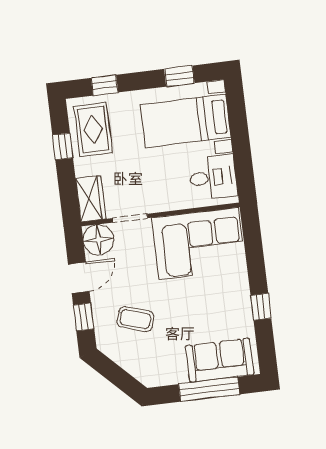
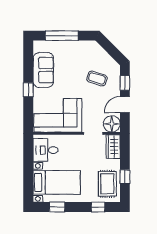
window: (261, 307) -> (28, 90), moved
sofa: (220, 360) -> (43, 70), moved, turned -90

